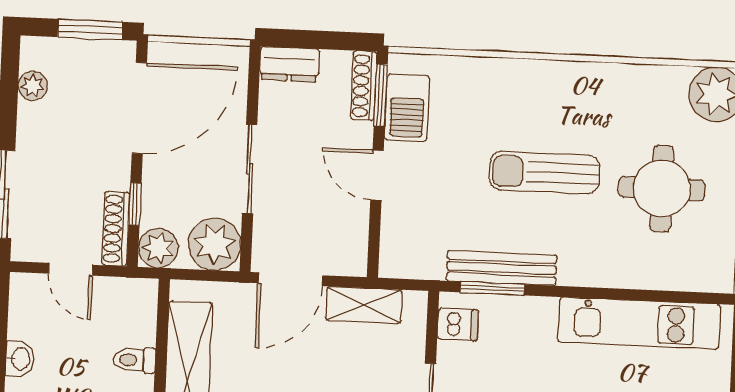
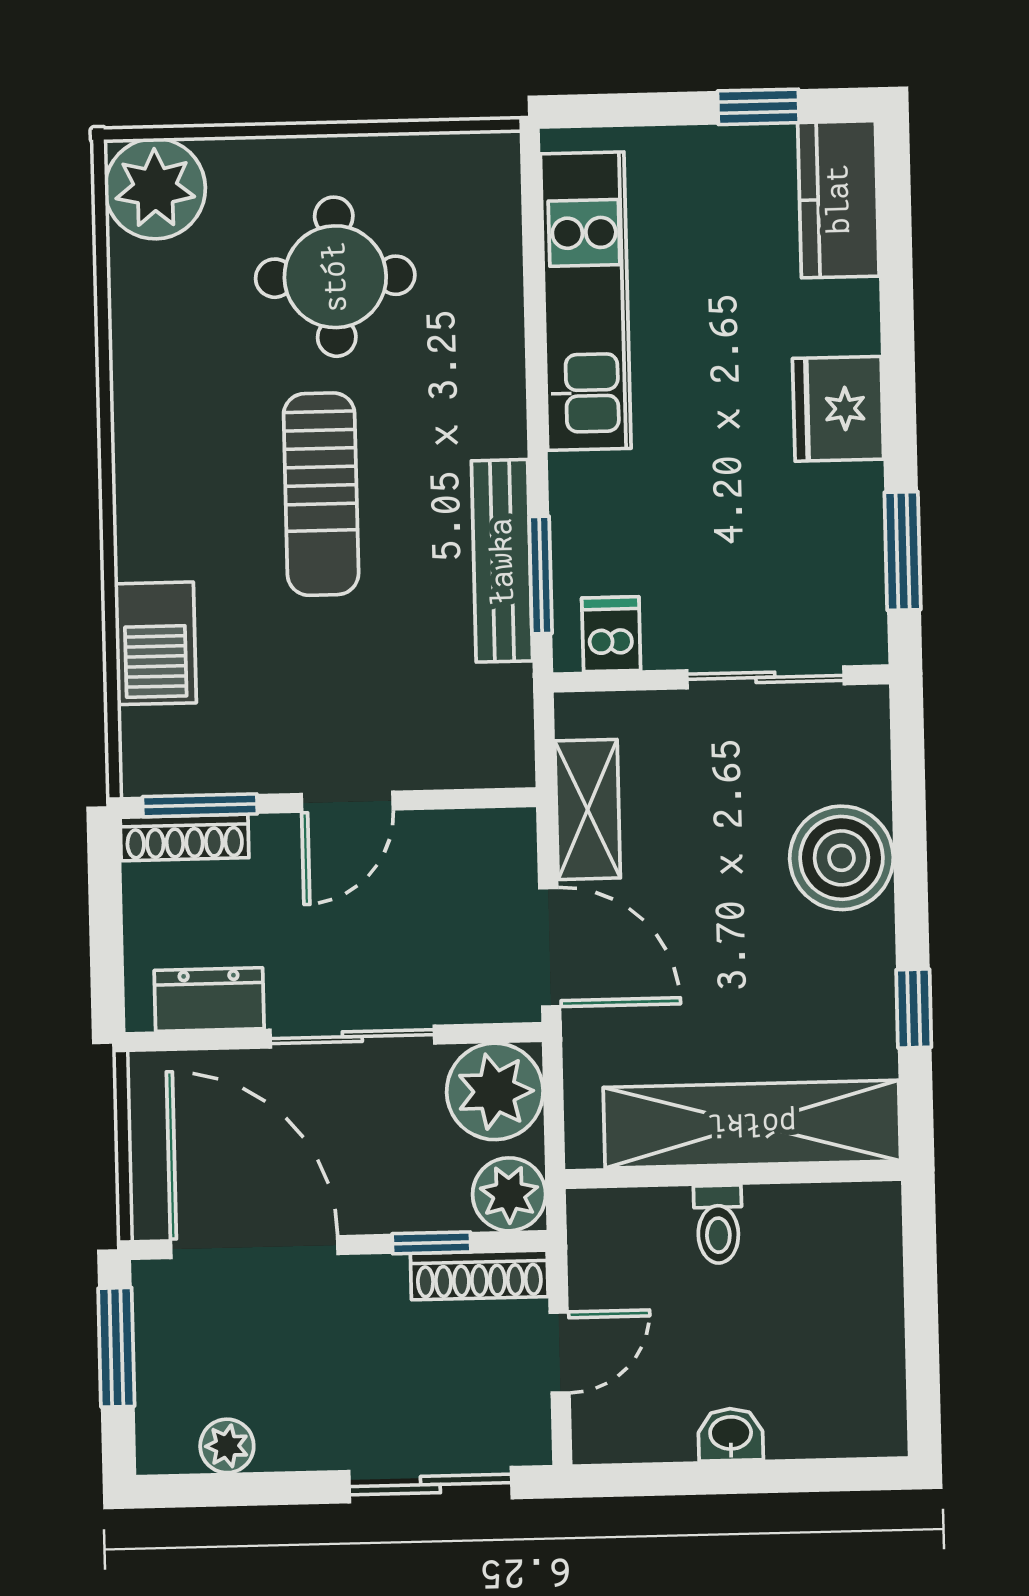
dresser: (289, 64) -> (209, 1000), moved, turned -90
barbecue: (407, 108) -> (155, 643), moved, turned 90

